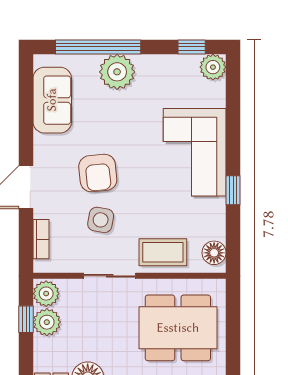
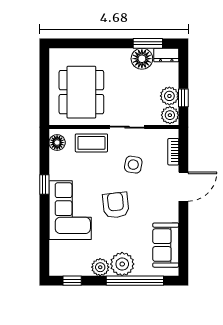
plant: (213, 67) -> (100, 267), moved
armchair: (98, 173) -> (116, 205), moved
dining table: (178, 328) -> (81, 92), turned 90

